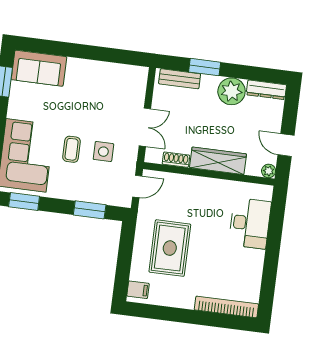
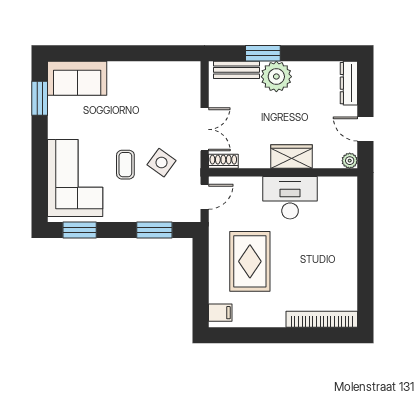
dresser: (266, 90) -> (349, 83), moved, turned 90
plant: (232, 91) -> (276, 77), moved
side table: (103, 152) -> (161, 163), turned 36
shoe rack: (176, 160) -> (223, 161), moved
wardrobe: (218, 161) -> (291, 156), width x0.67
desk: (250, 223) -> (290, 198), moved, turned -90

